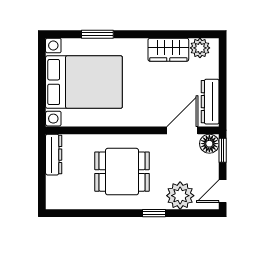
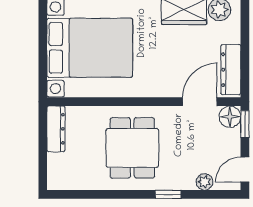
dining table: (122, 172) -> (132, 148), turned 90
plant: (180, 196) -> (205, 182), width x0.53, depth x0.53

